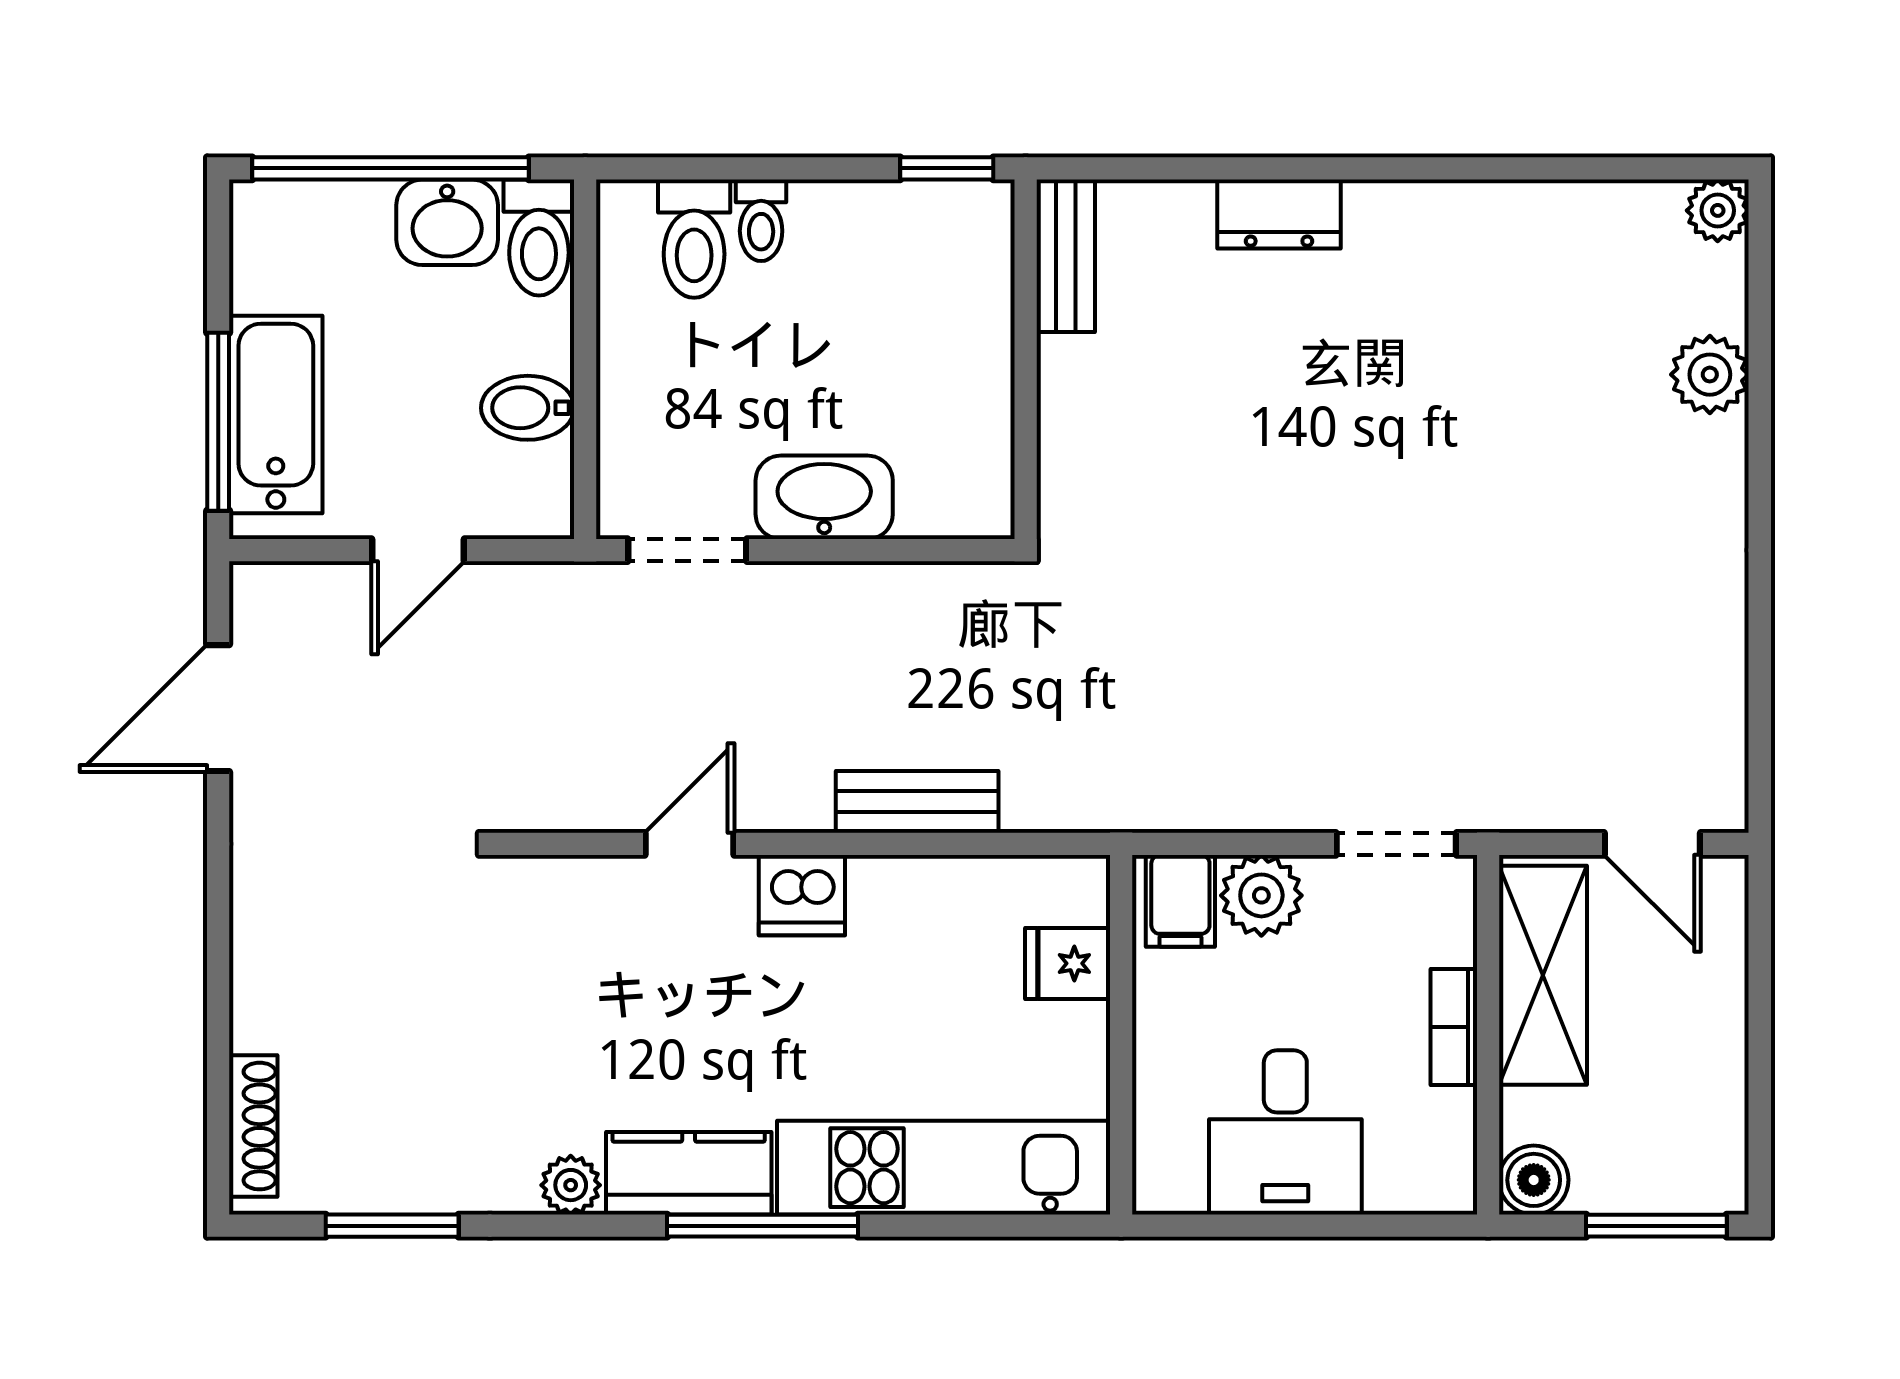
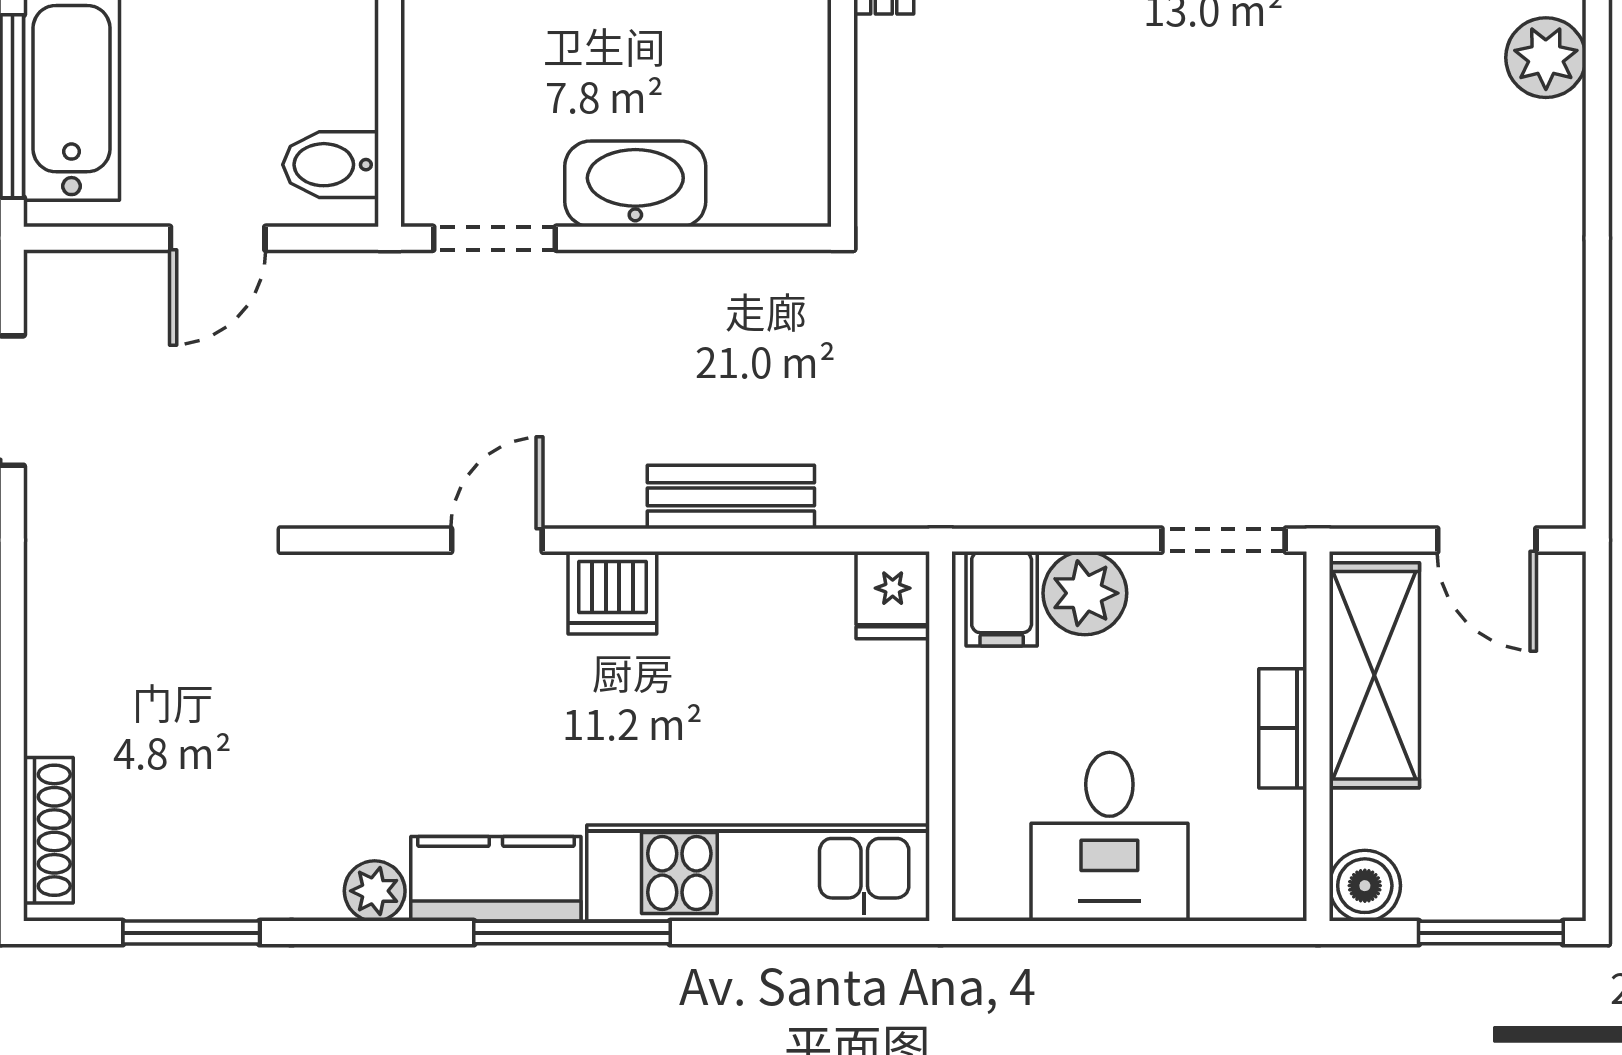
bidet: (528, 408) -> (330, 165), moved
fridge: (1068, 963) -> (893, 595), moved, turned -90

